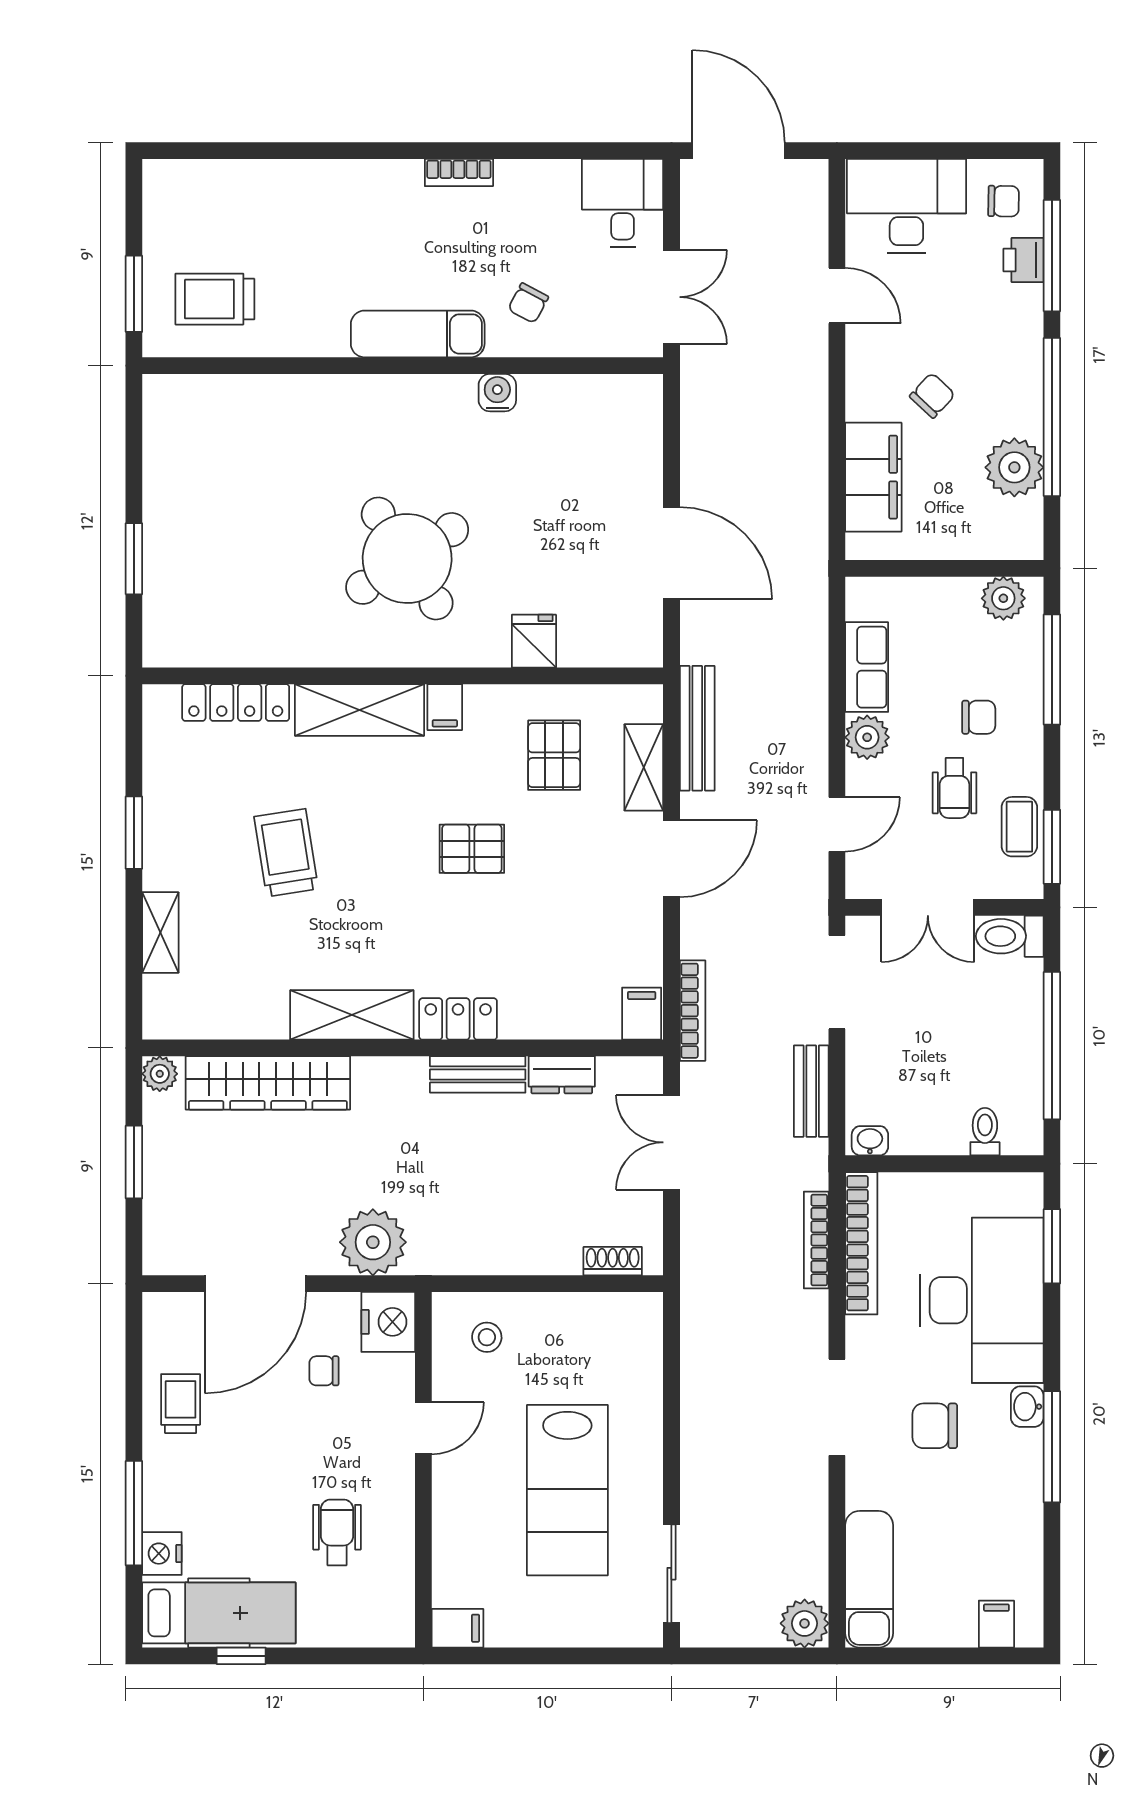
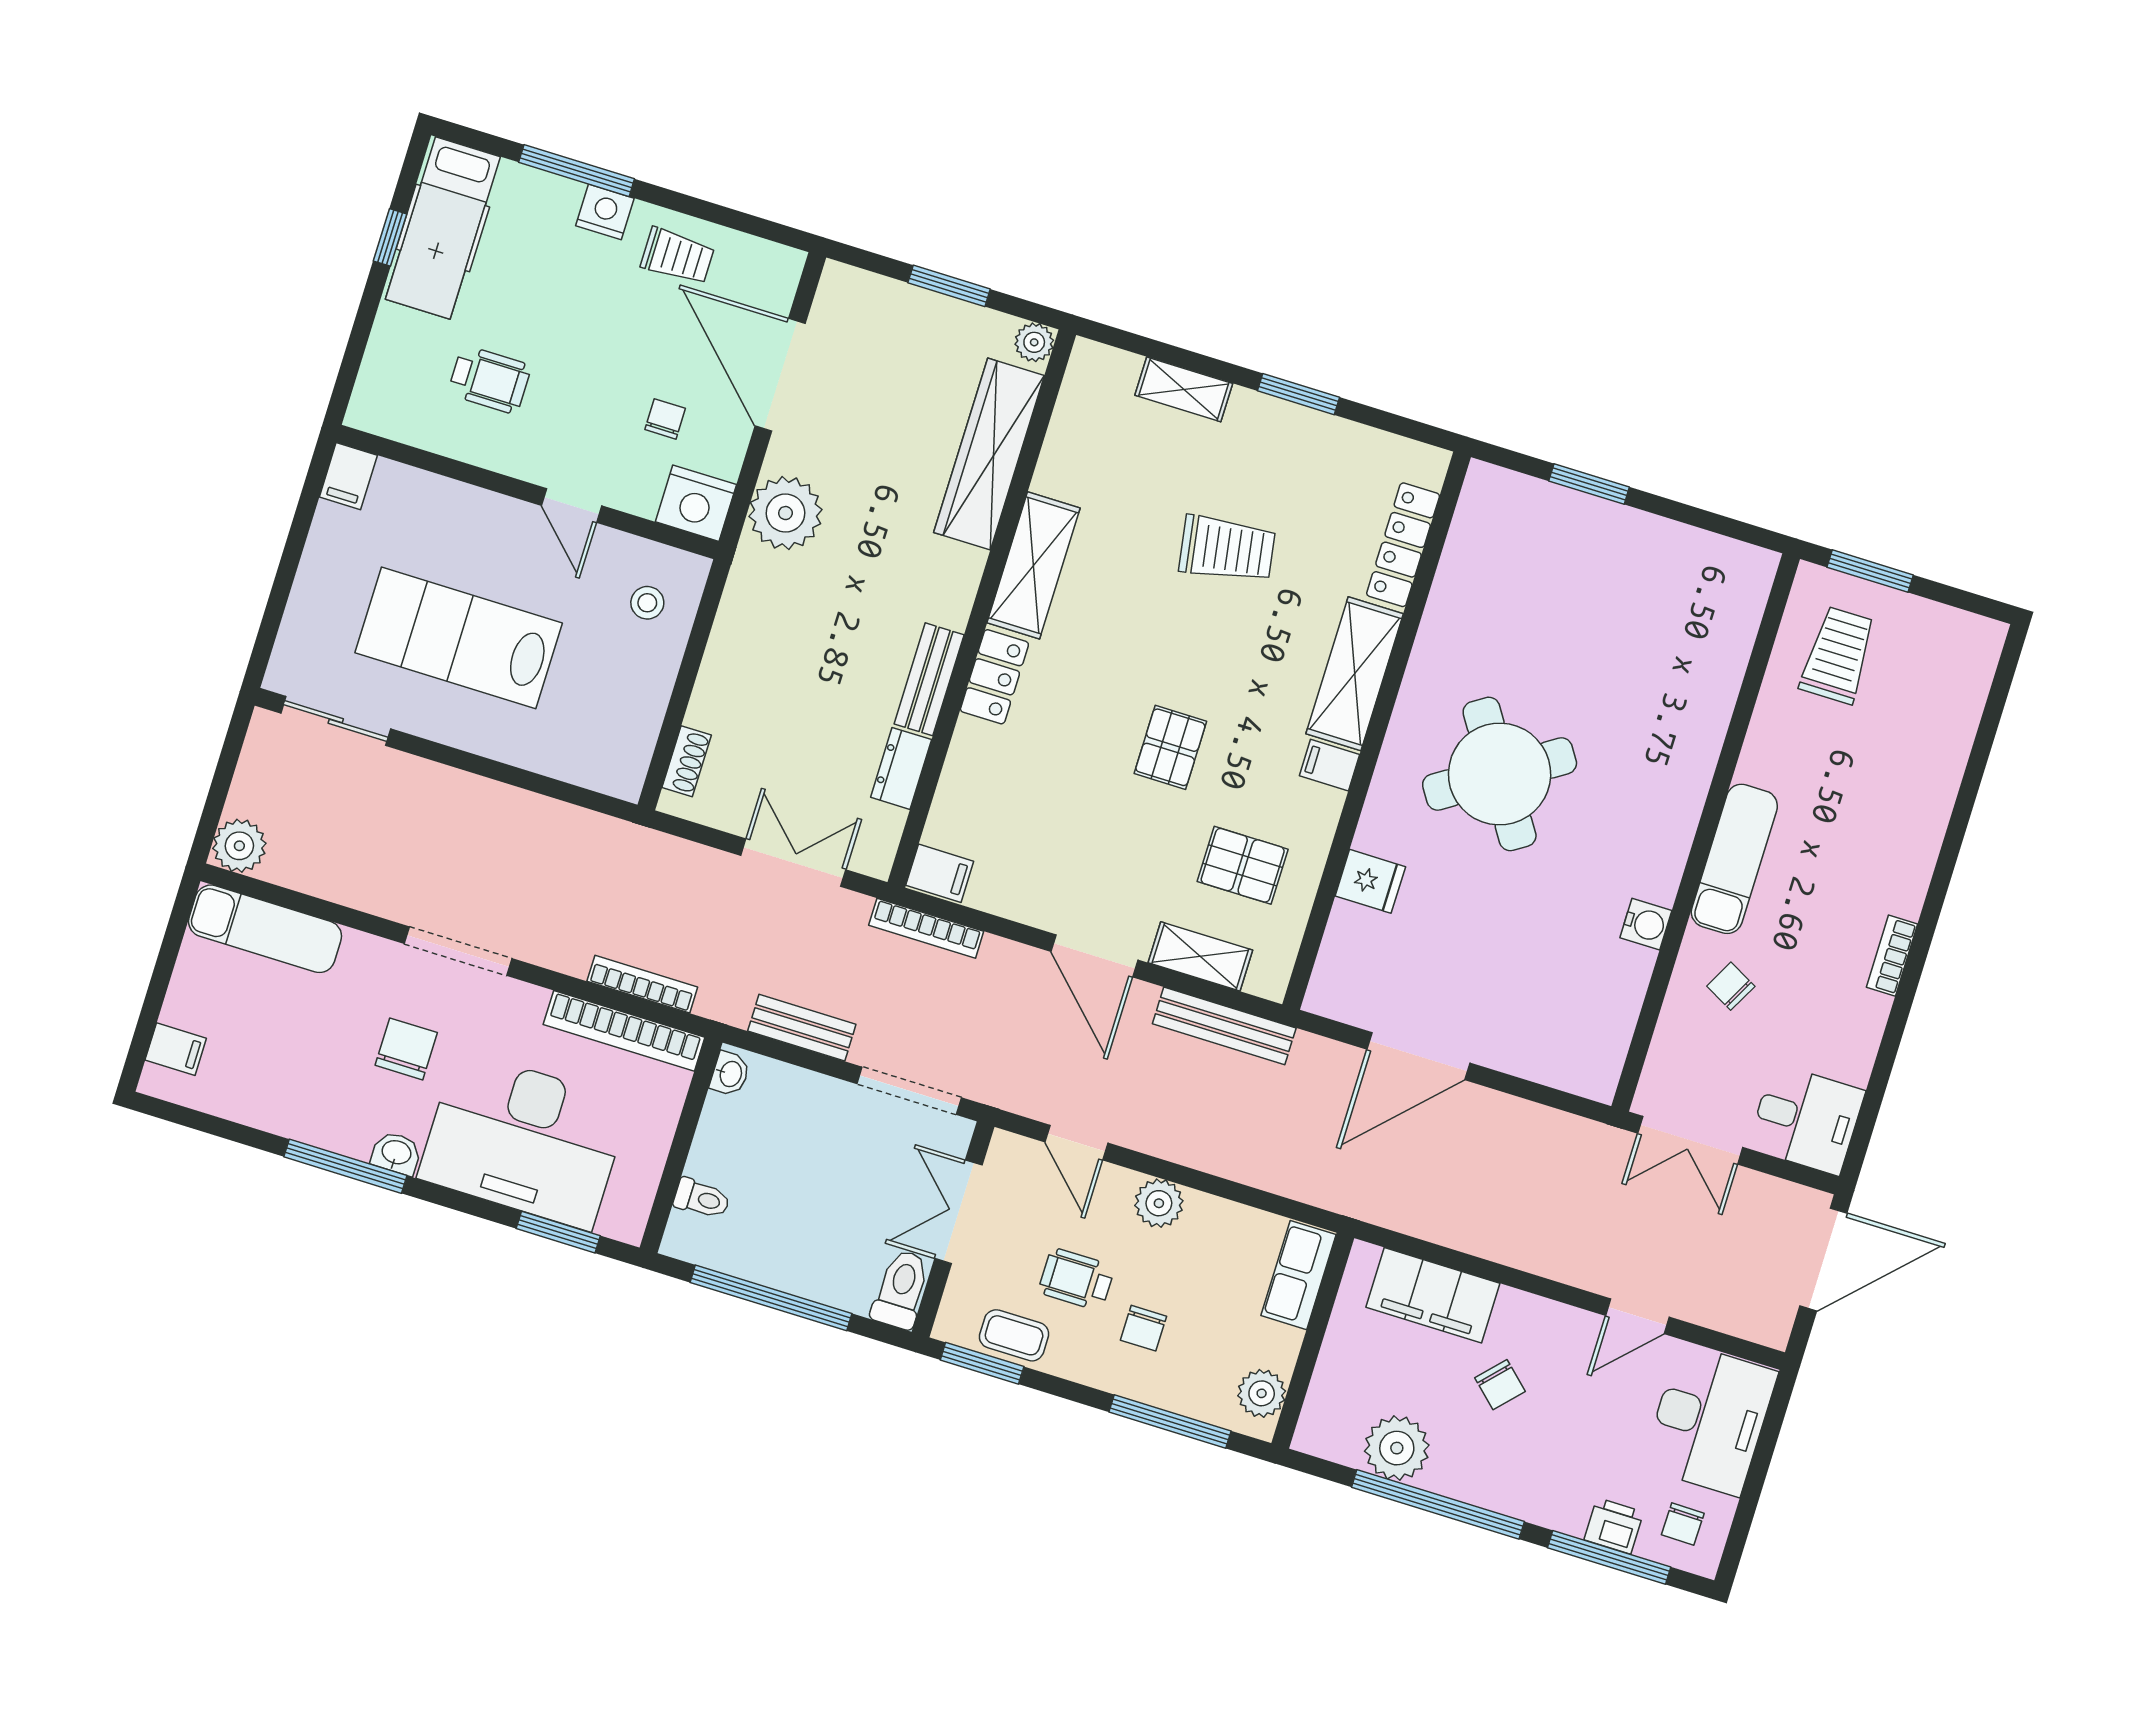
row of seats: (867, 667) -> (1298, 1275), moved, turned 90
nightstand: (162, 1554) -> (605, 212), moved

